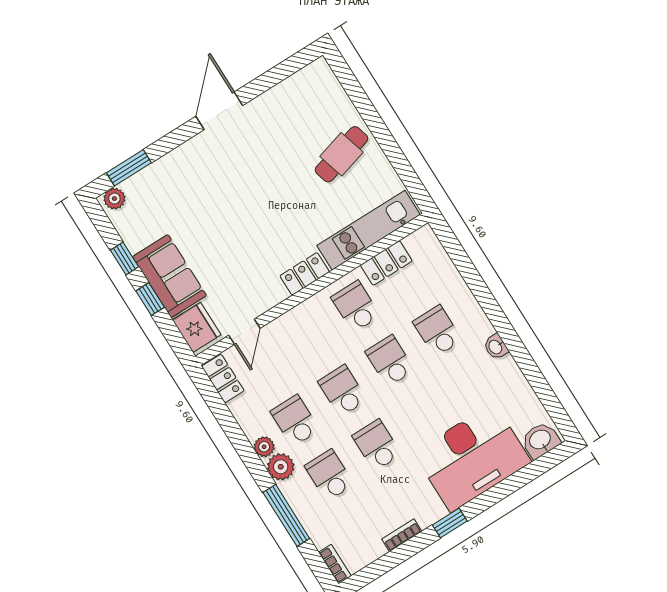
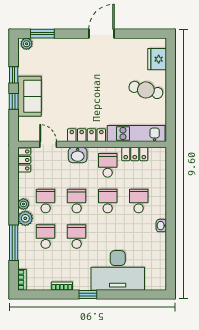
cafe table: (341, 154) -> (146, 90), turned 31
locker: (305, 274) -> (87, 135), width x1.53
fridge: (197, 327) -> (157, 59), moved, turned 180
door: (244, 332) -> (48, 144), swing flipped
washbasin: (540, 440) -> (78, 155), moved, turned 180

